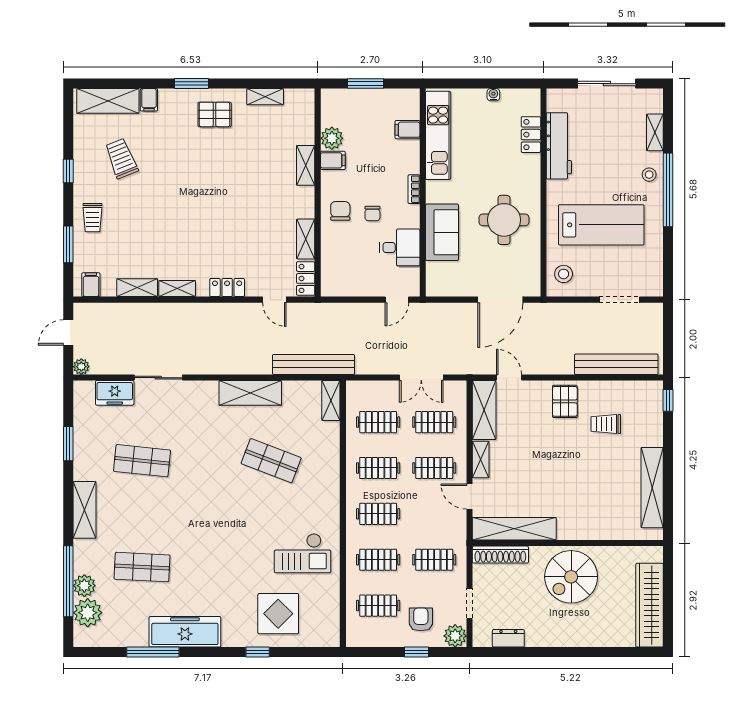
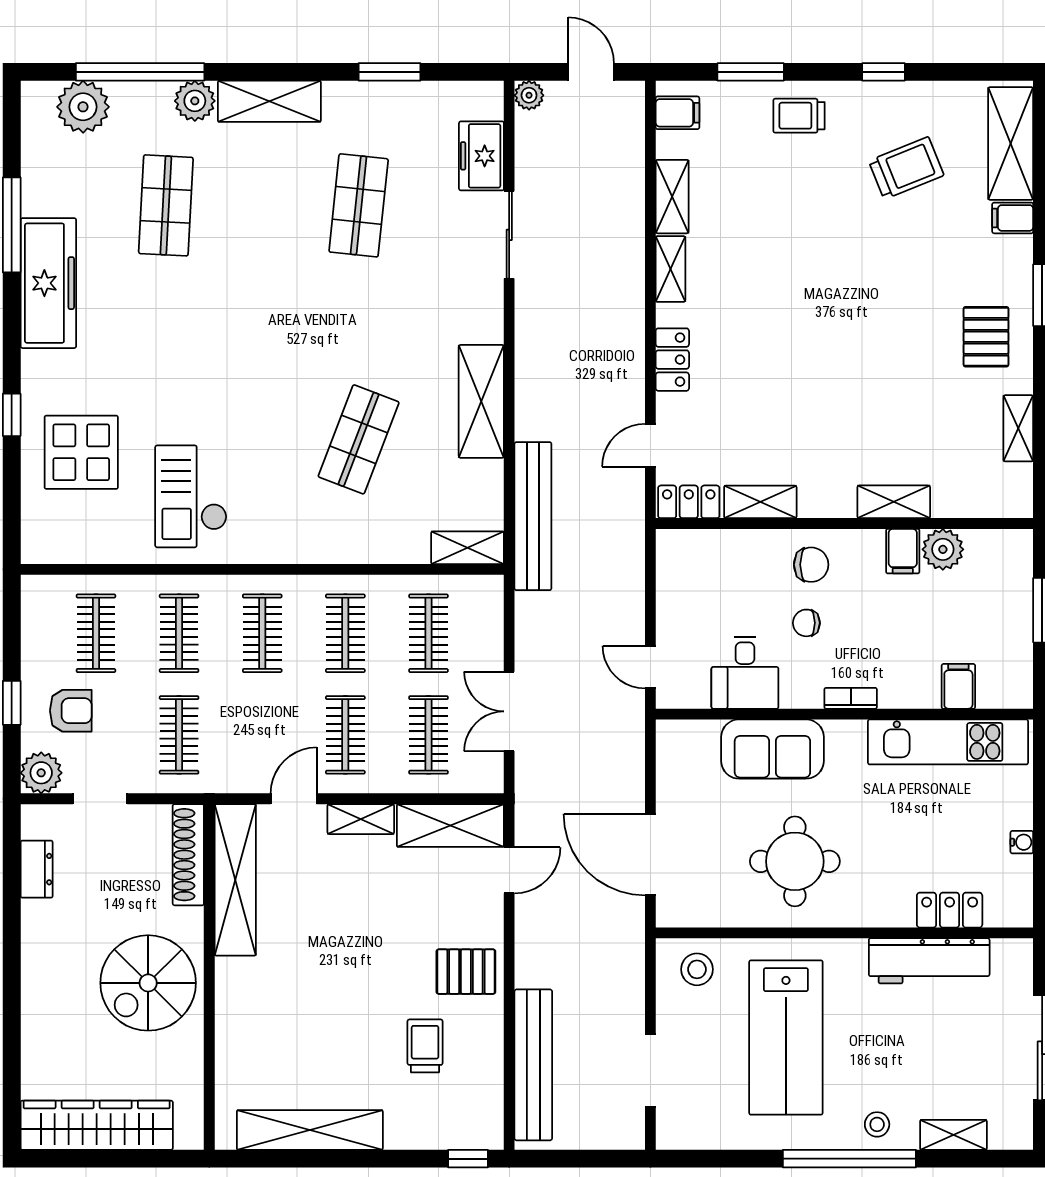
spiral stairs: (571, 577) -> (148, 983), turned -90
plant: (84, 586) -> (195, 101), moved

